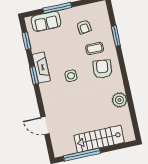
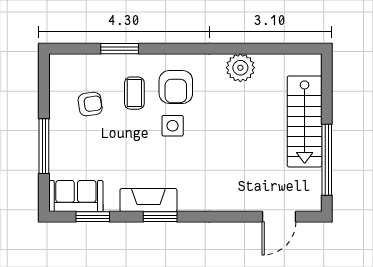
sofa: (46, 21) -> (76, 196), moved, turned -90
armchair: (102, 69) -> (176, 87), turned -97
side table: (71, 76) -> (173, 126), moved
door: (45, 125) -> (279, 217), moved

